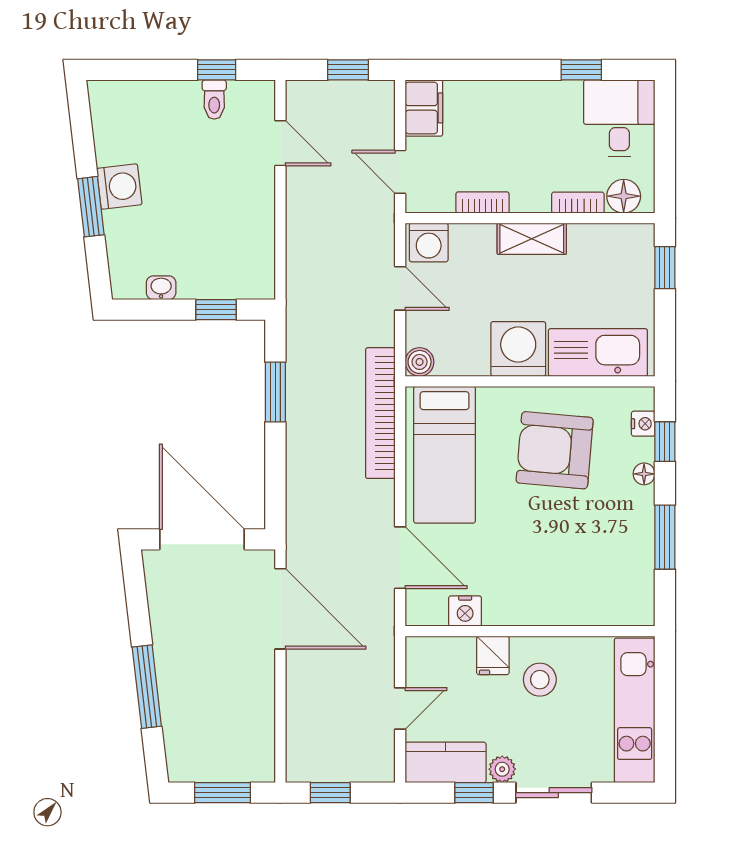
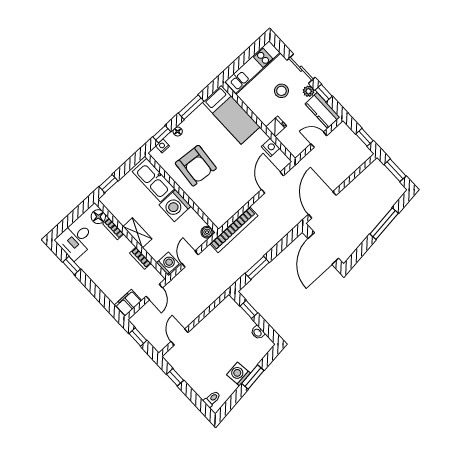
toilet: (214, 100) -> (212, 399), moved
bed: (445, 455) -> (231, 115), moved, turned 90
stool: (540, 680) -> (281, 91), moved

